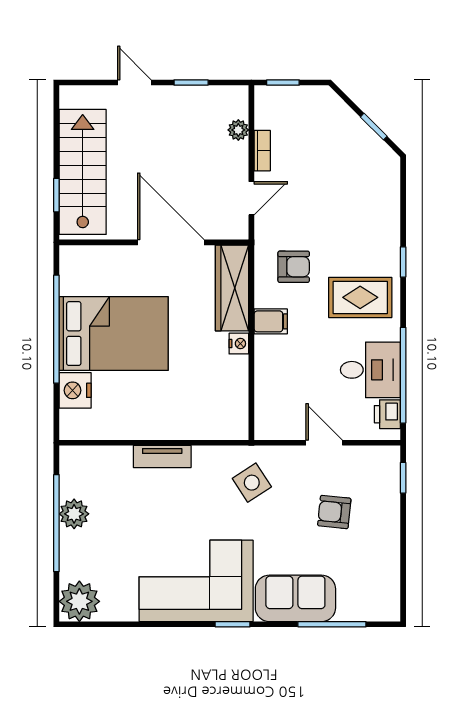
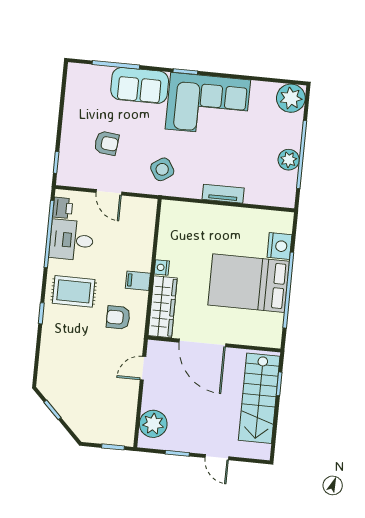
plant: (238, 130) -> (153, 424), width x1.87, depth x1.87
bookcase: (262, 151) -> (132, 401), removed

